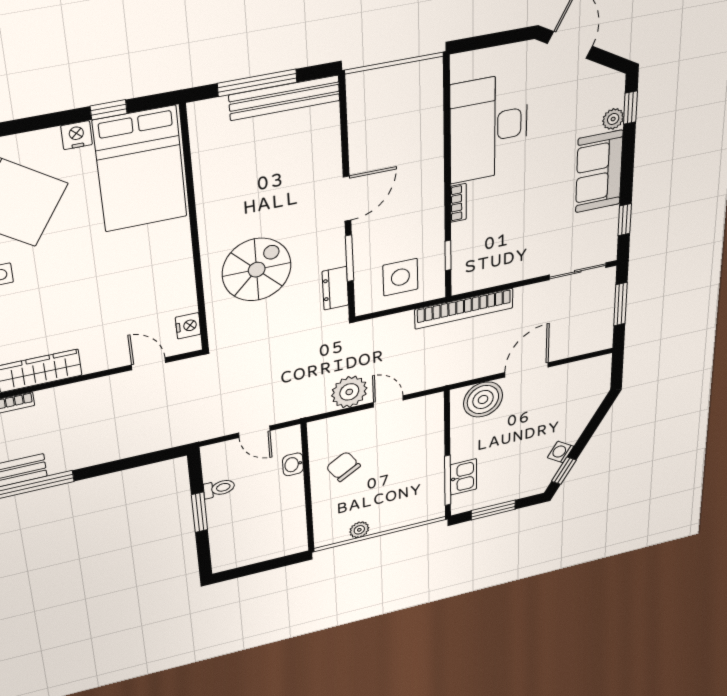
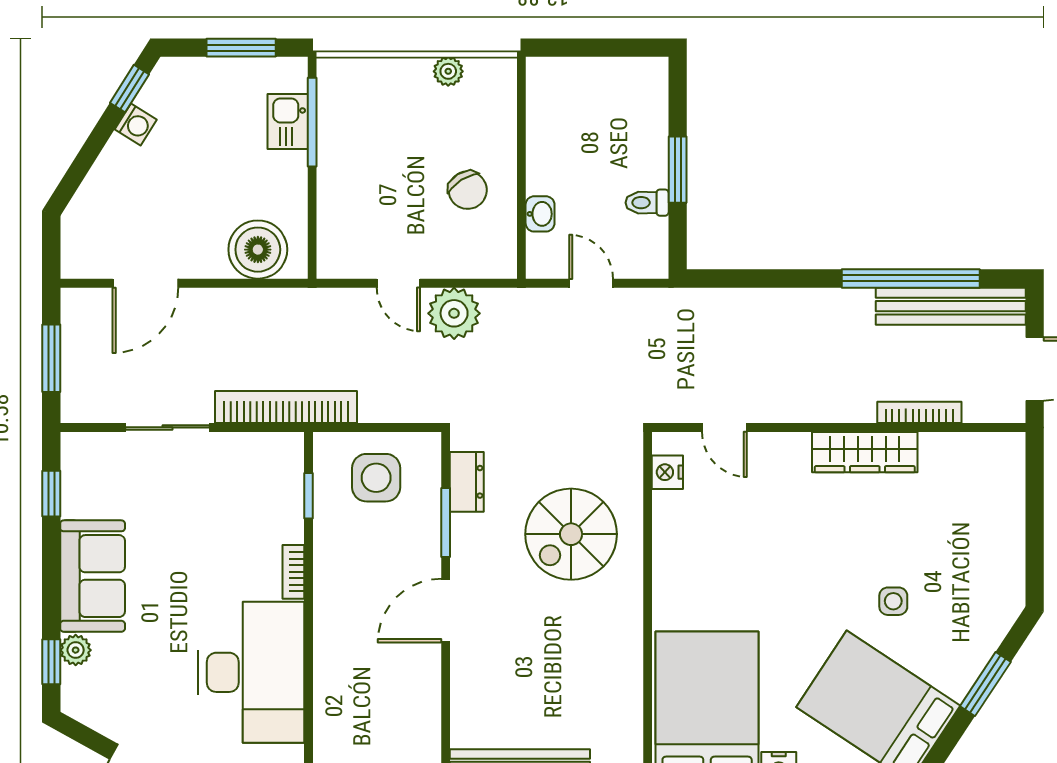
sliding door: (578, 271) -> (167, 427), moved
door: (527, 370) -> (145, 283), moved

